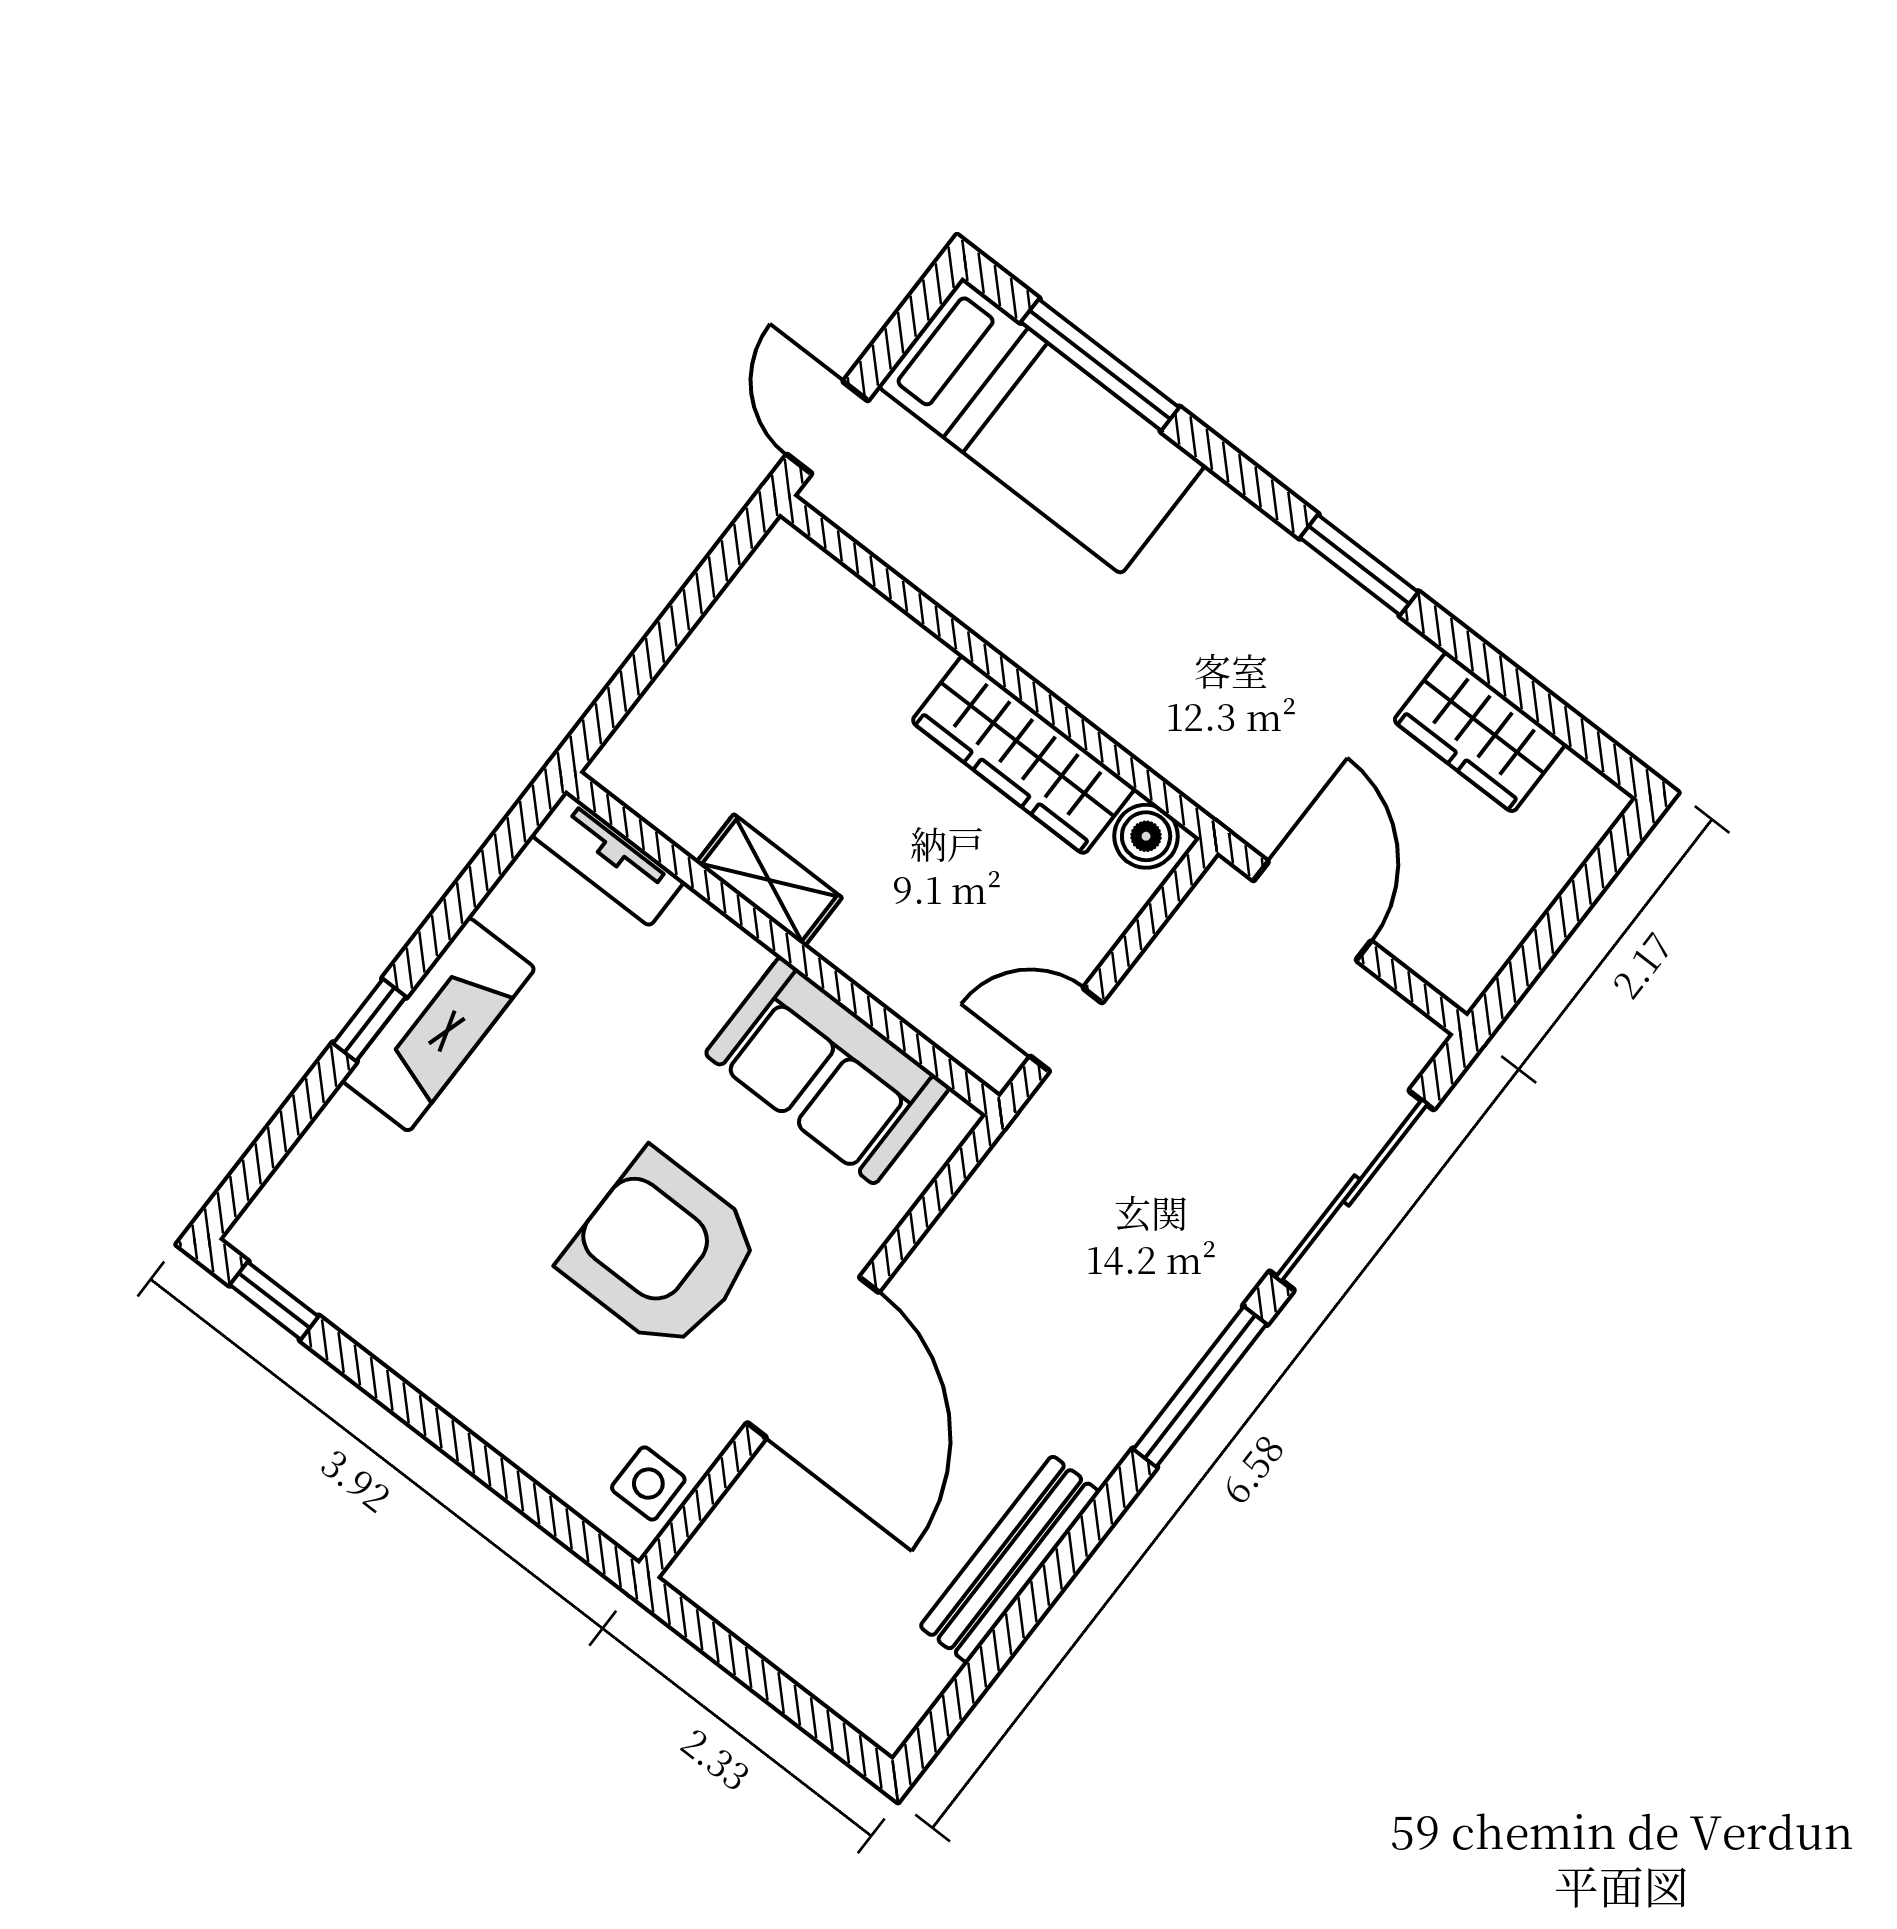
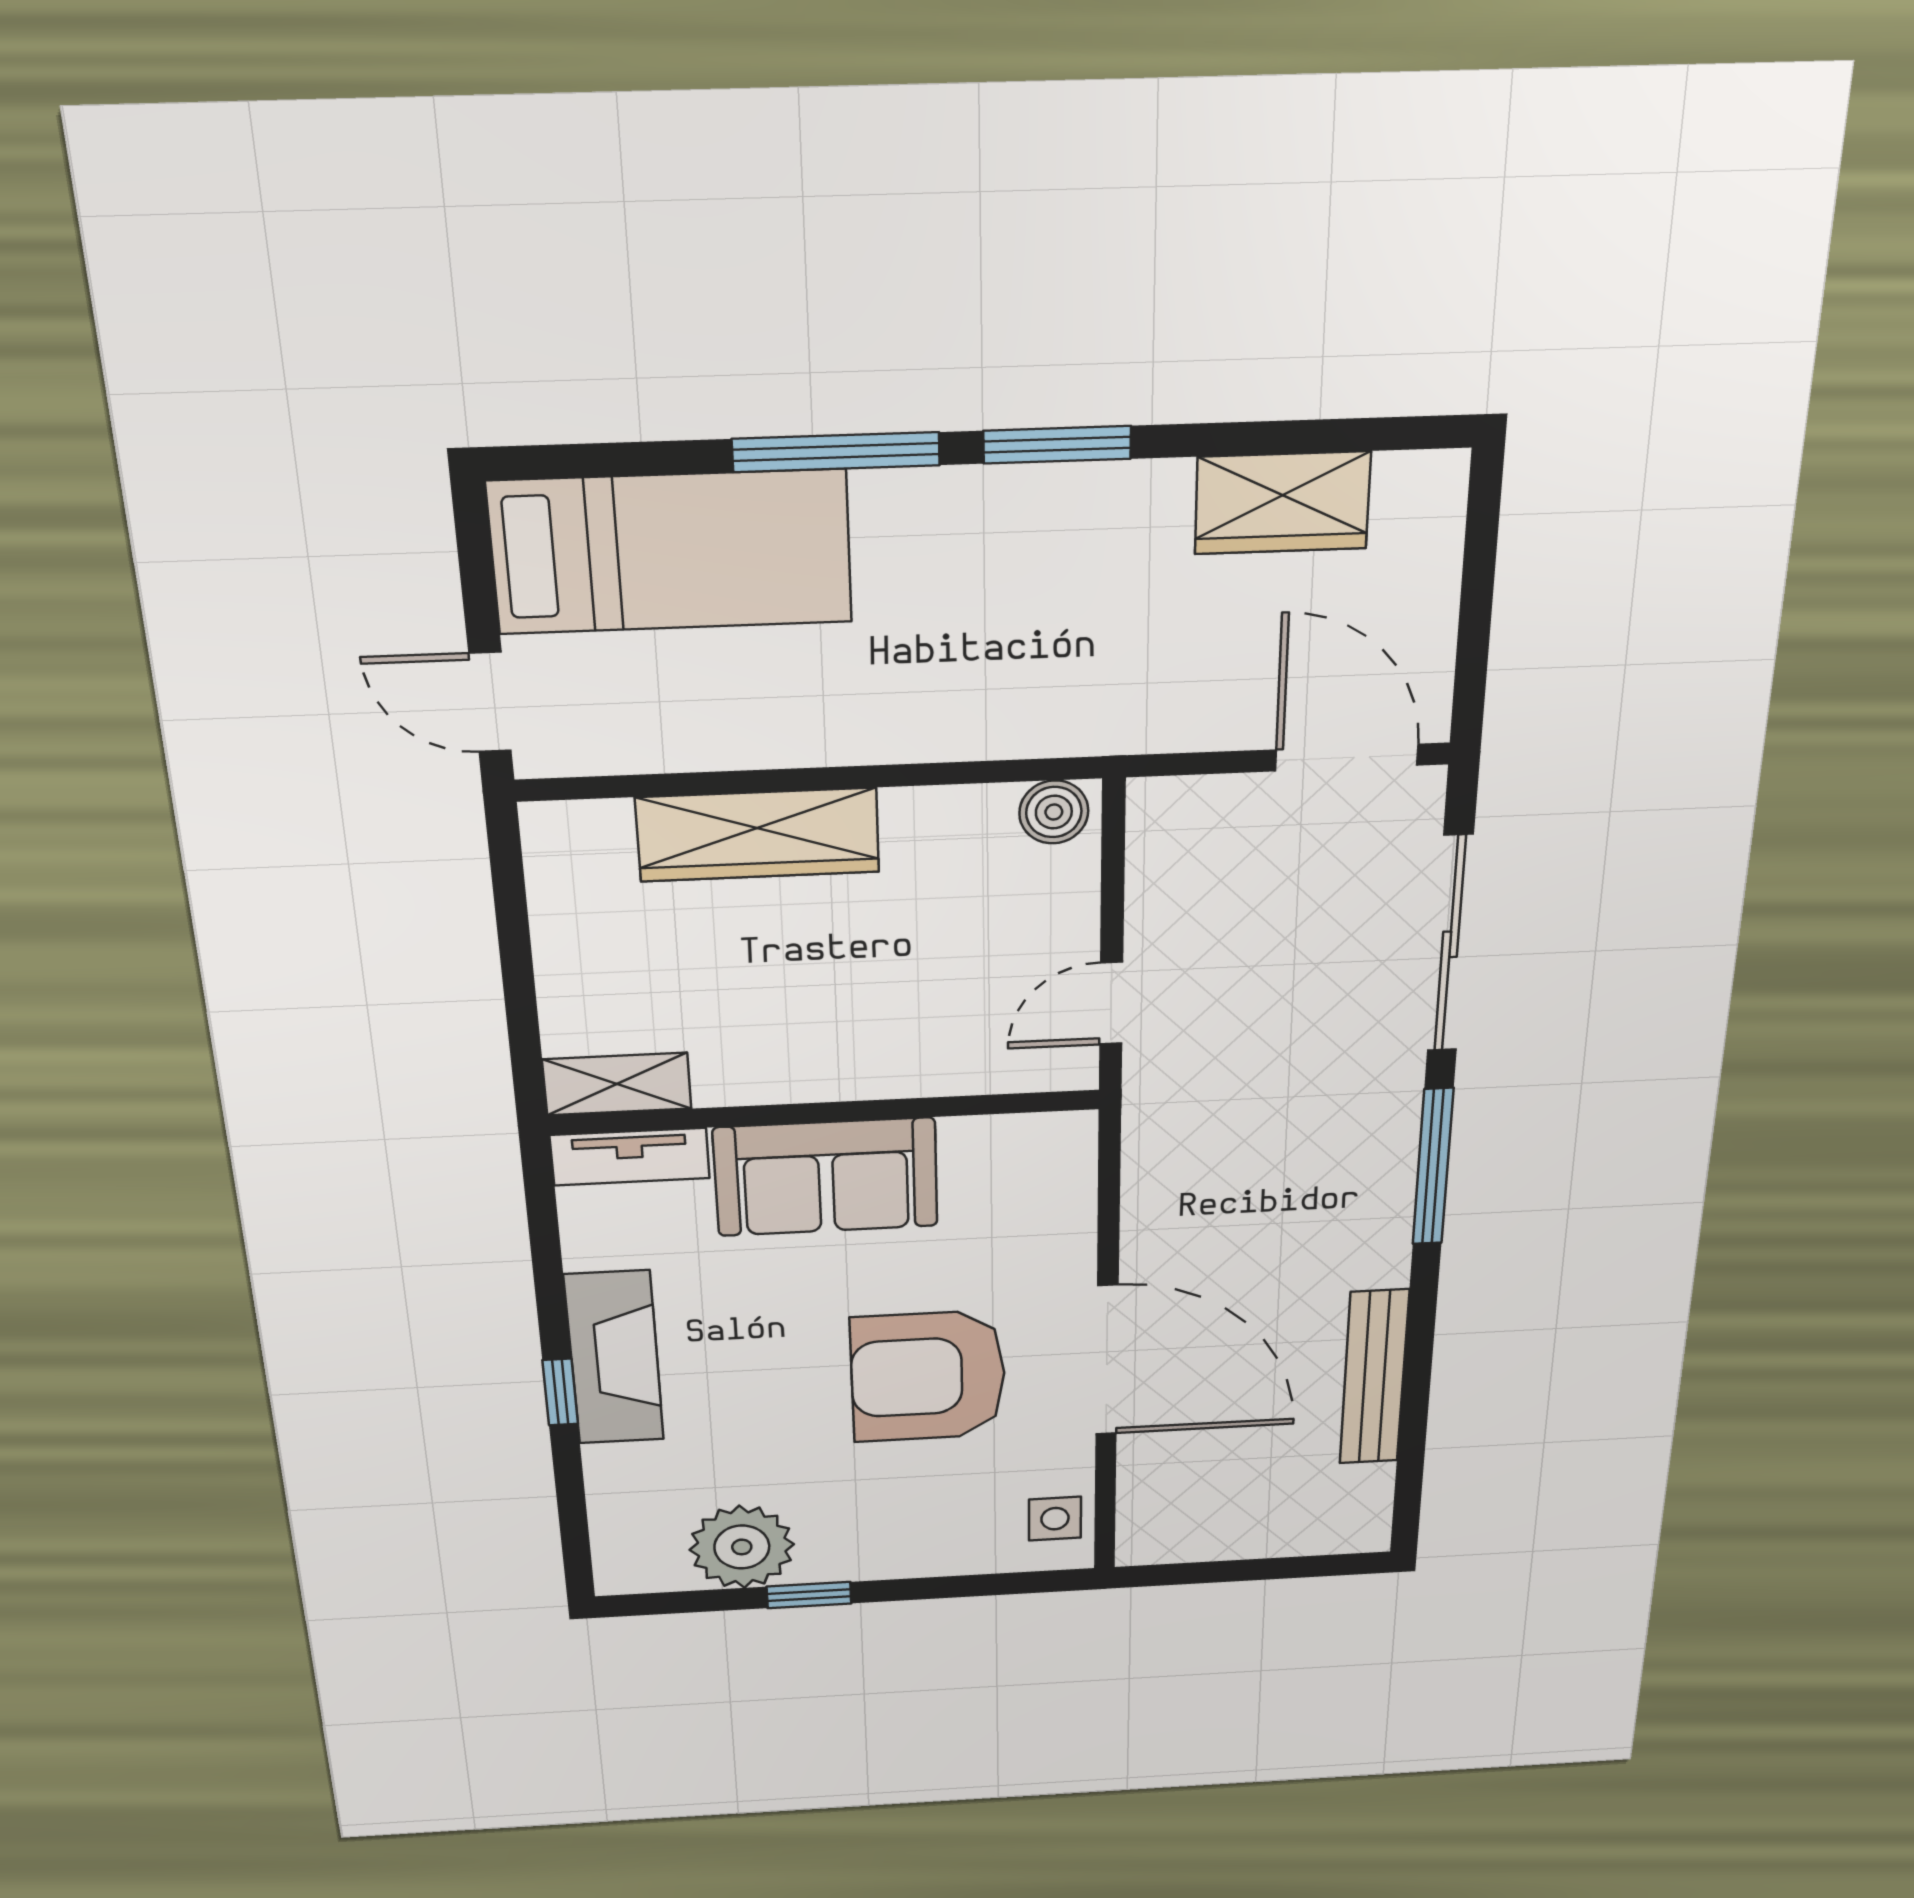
window: (1100, 365) -> (836, 452), moved
wardrobe: (1023, 755) -> (758, 835), moved
shelving: (769, 880) -> (617, 1084), moved
door: (1312, 911) -> (1347, 758), moved
sofa: (827, 1071) -> (826, 1177), moved
plant: (377, 1292) -> (742, 1547), added
window: (274, 1301) -> (809, 1595), moved

